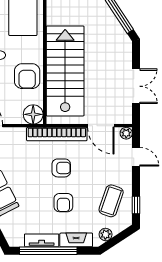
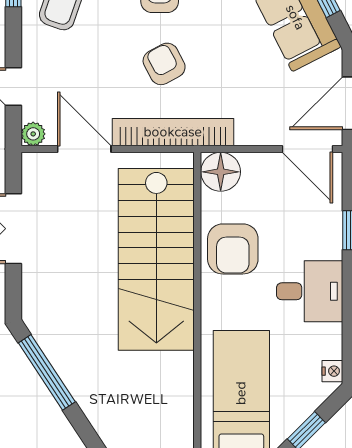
armchair: (27, 76) -> (233, 249), turned 180
armchair: (61, 168) -> (164, 64), turned 62

